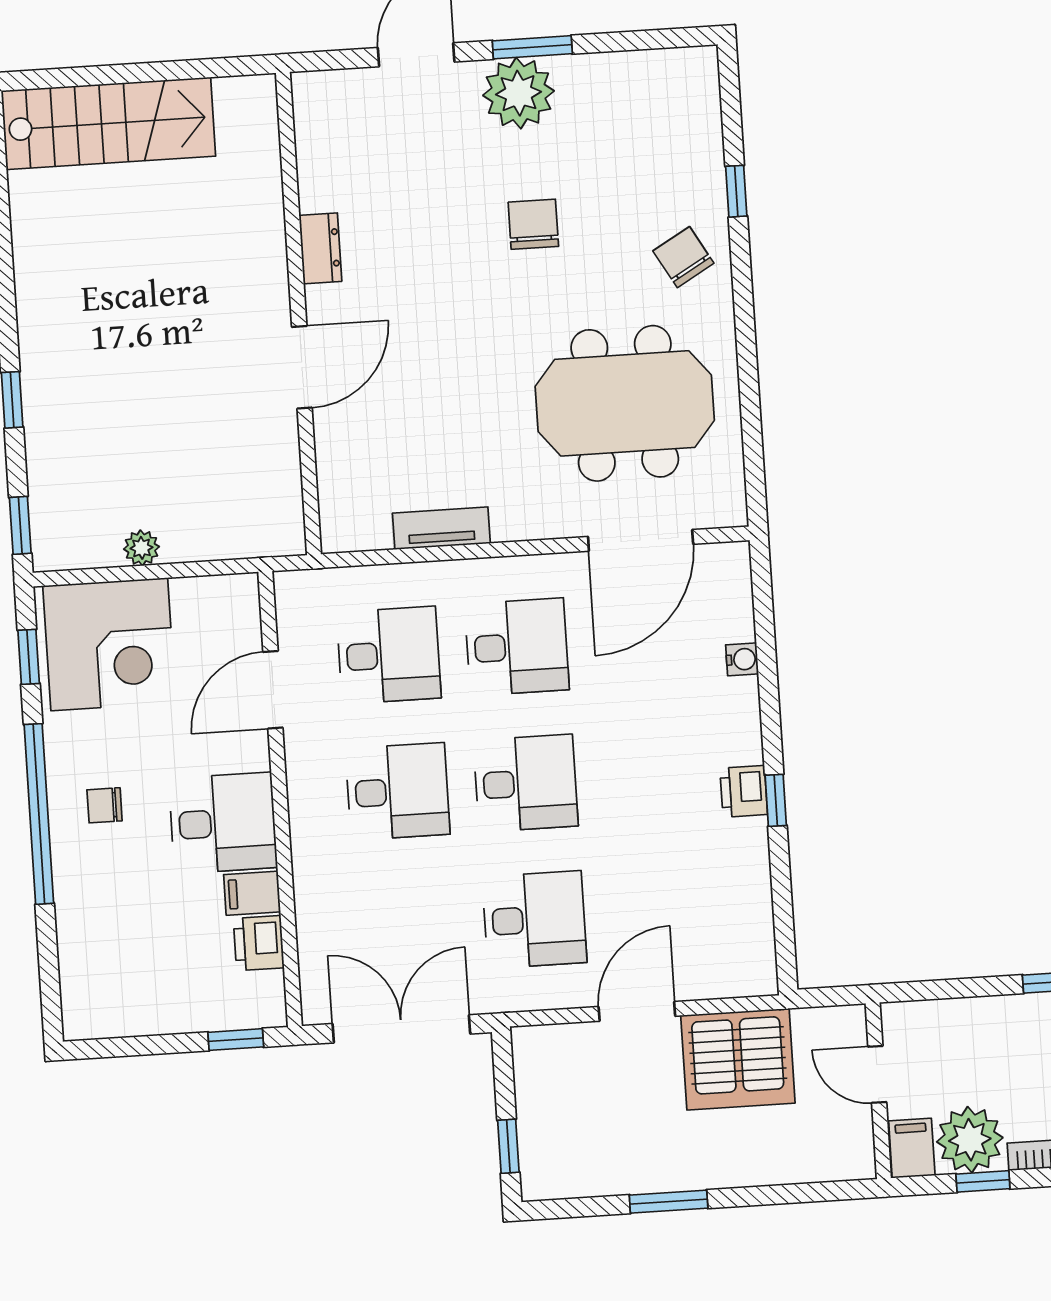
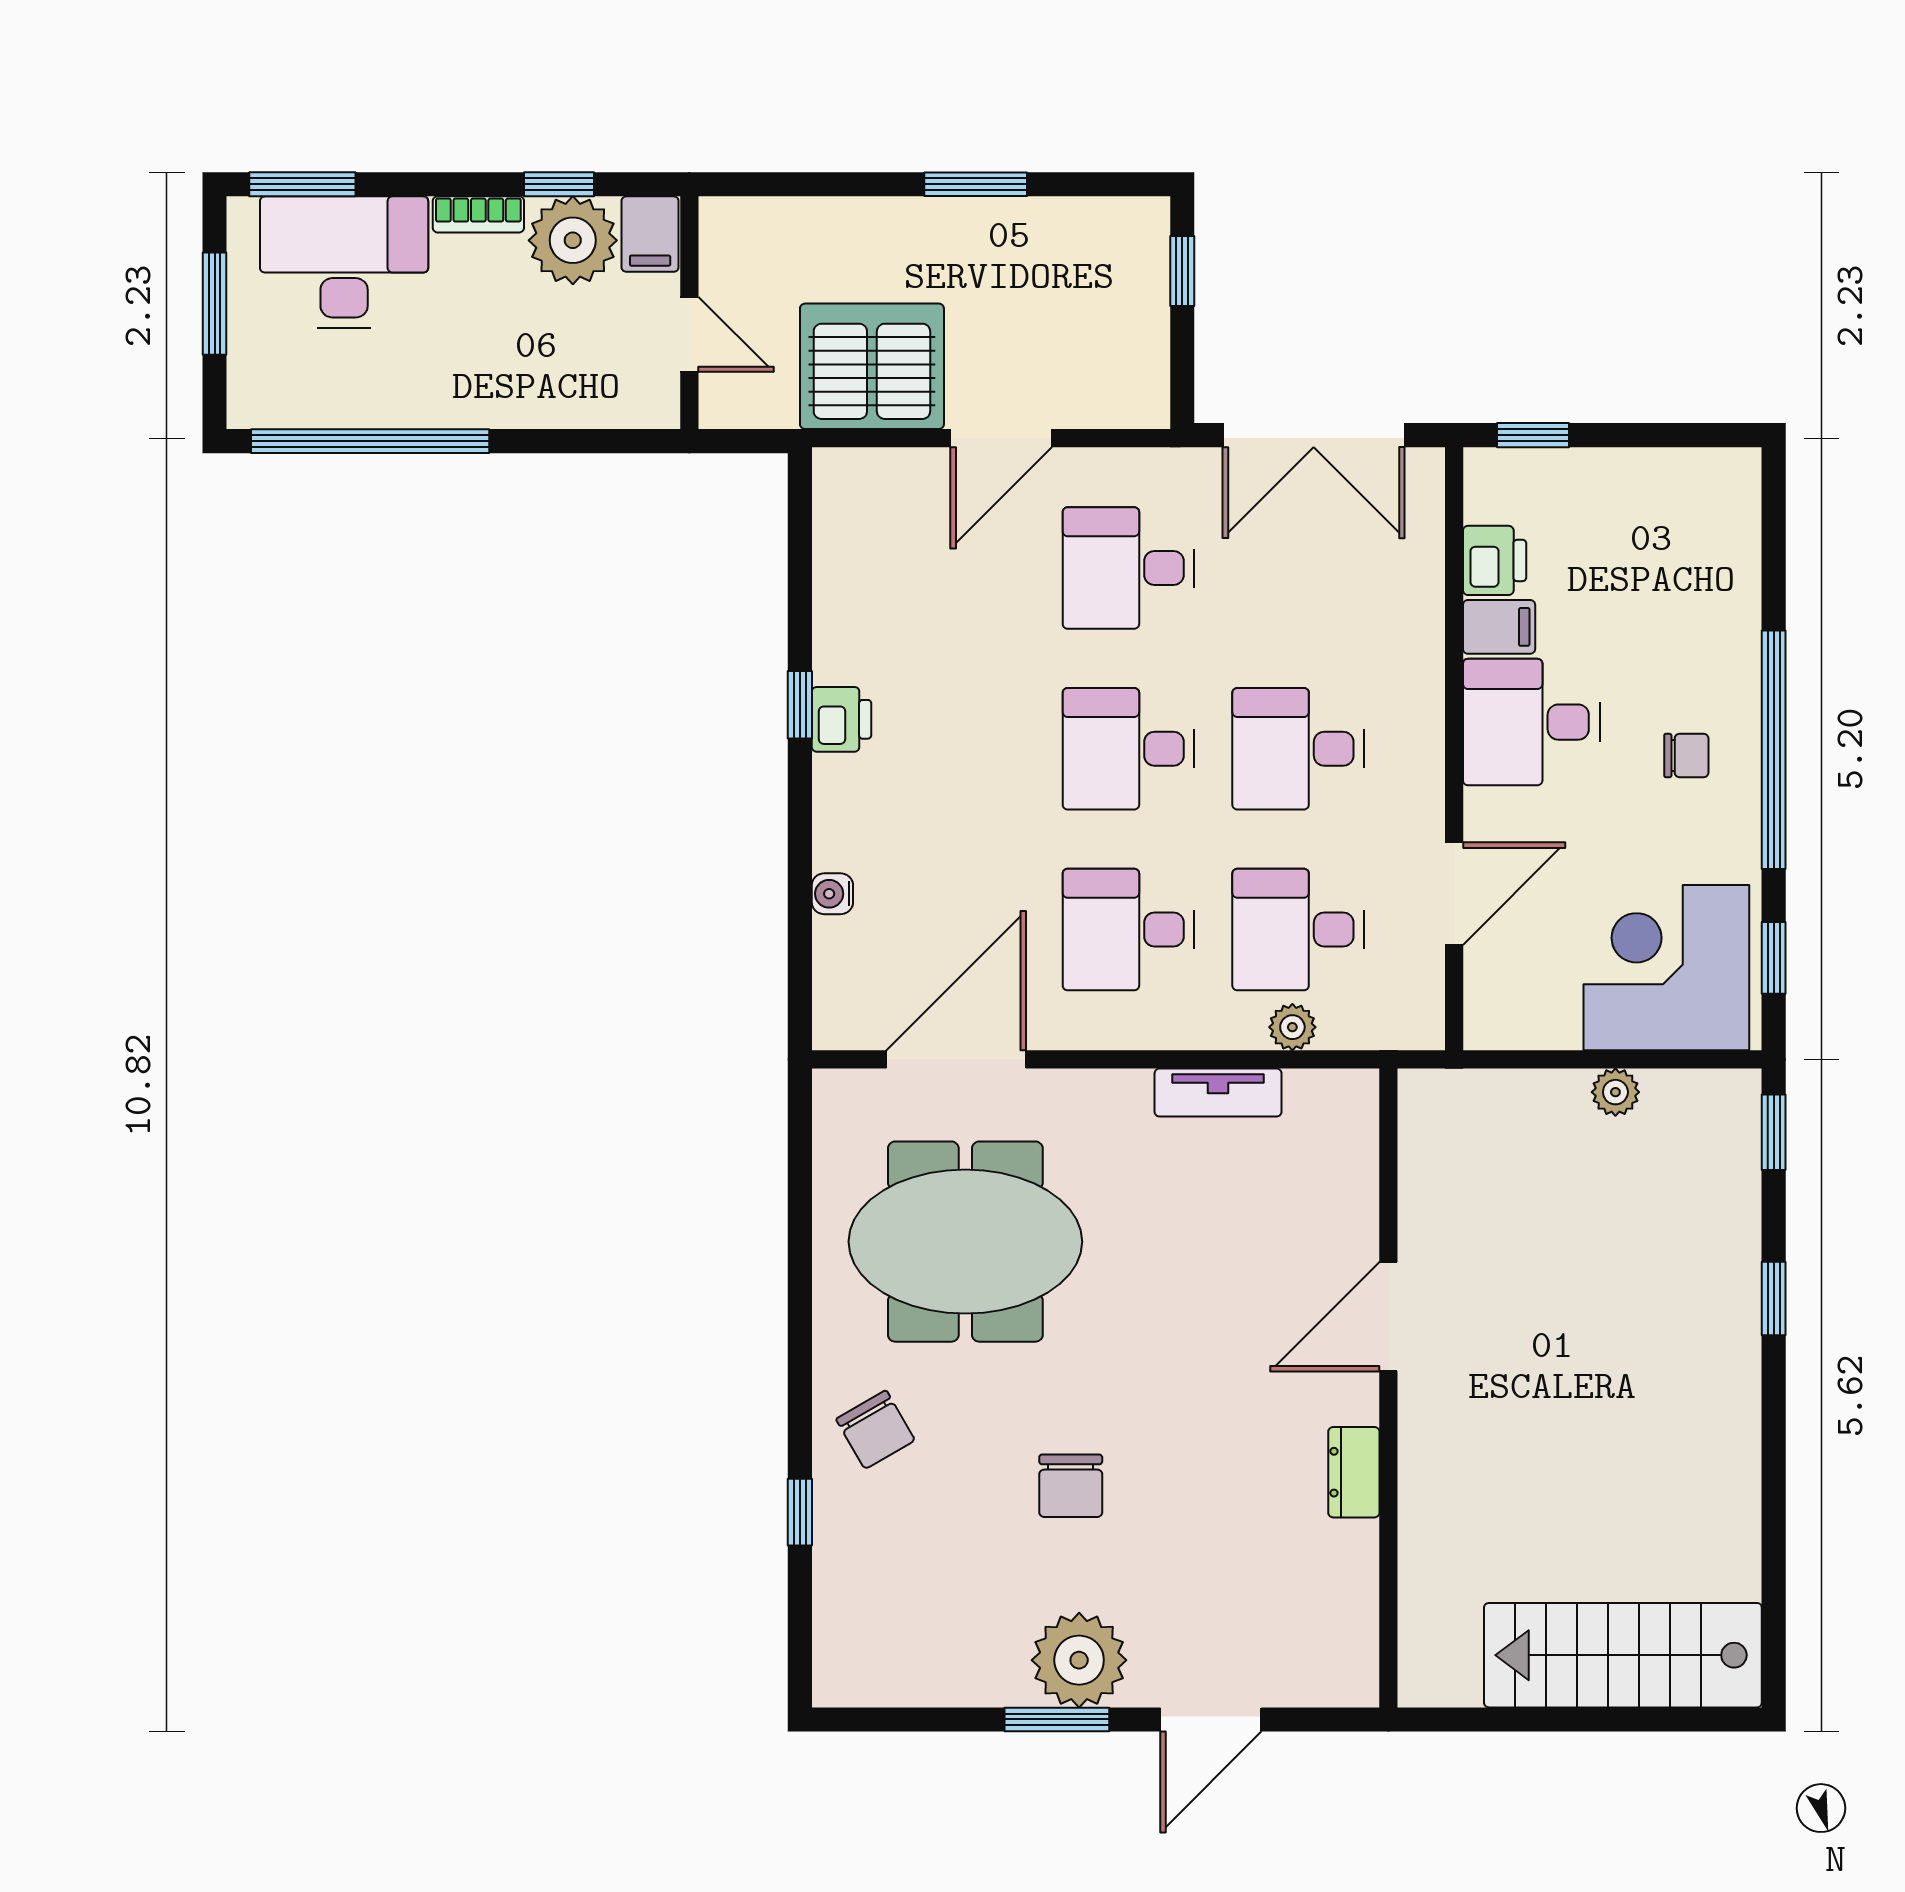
plant: (388, 581) -> (1292, 1027), added

